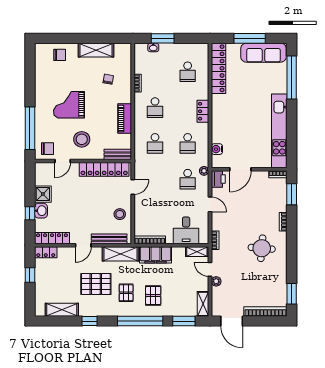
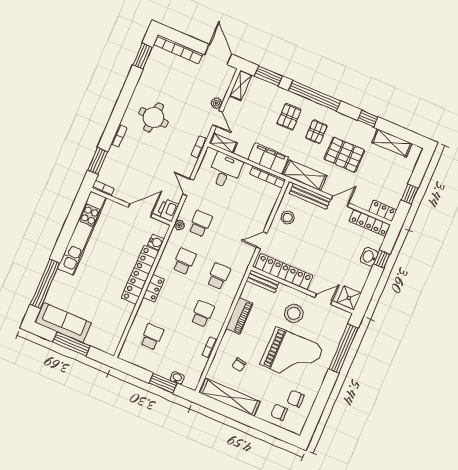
shelving: (96, 50) -> (230, 397), width x1.47
locker: (218, 68) -> (140, 275), moved
grand piano: (69, 105) -> (292, 356), width x1.37, depth x1.48
chair: (47, 149) -> (296, 399), moved
shower: (43, 194) -> (349, 298), moved

